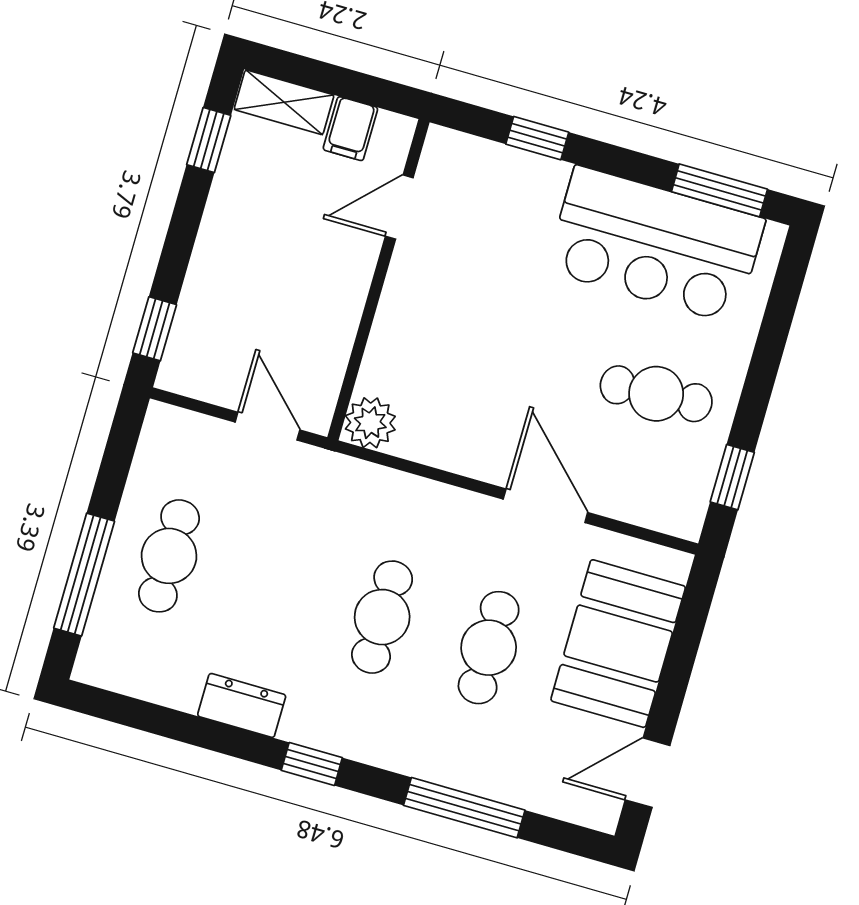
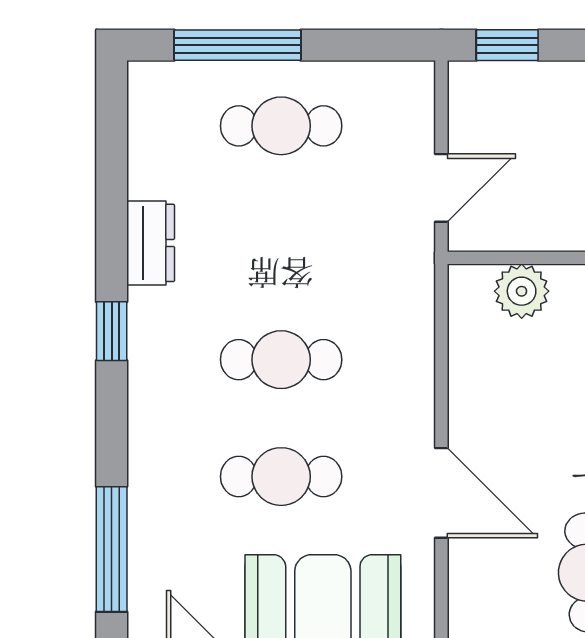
plant: (370, 423) -> (522, 291), moved
door: (545, 506) -> (441, 493), hinge flipped
window: (464, 808) -> (112, 549), moved

